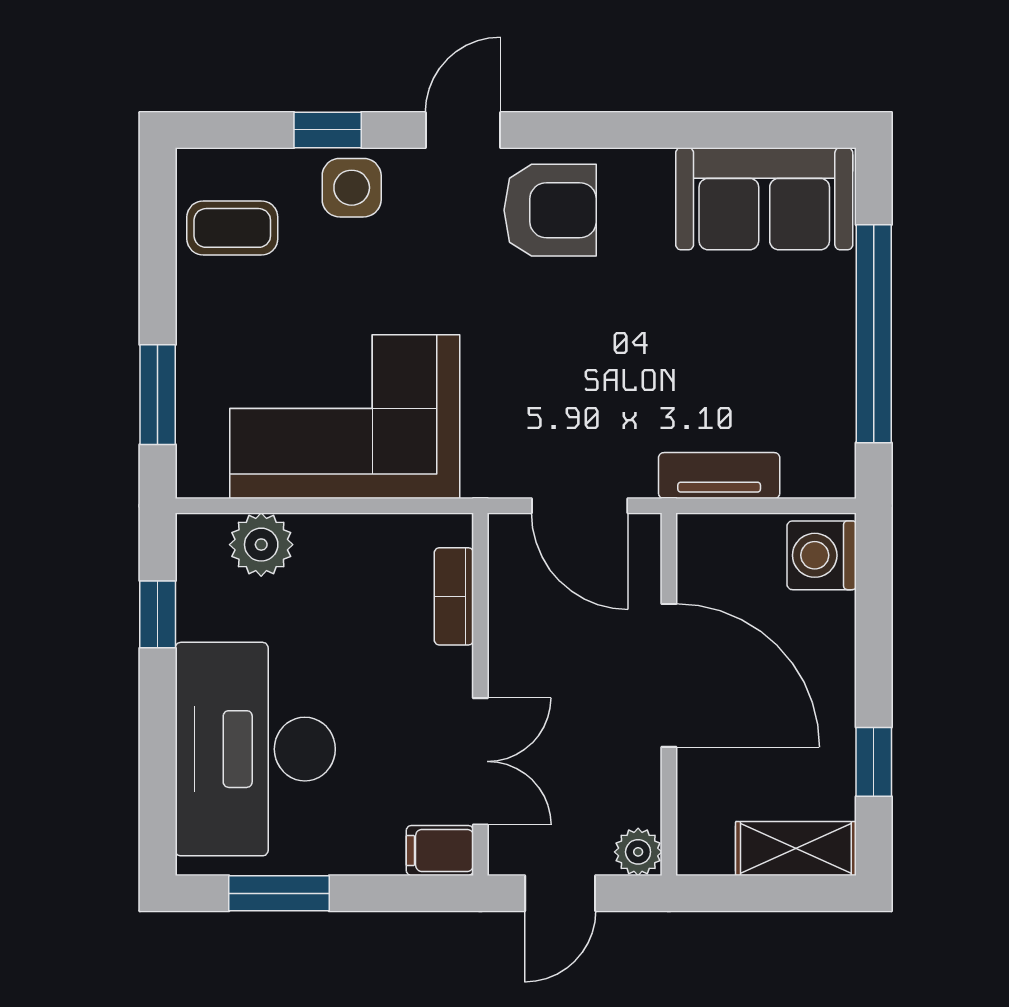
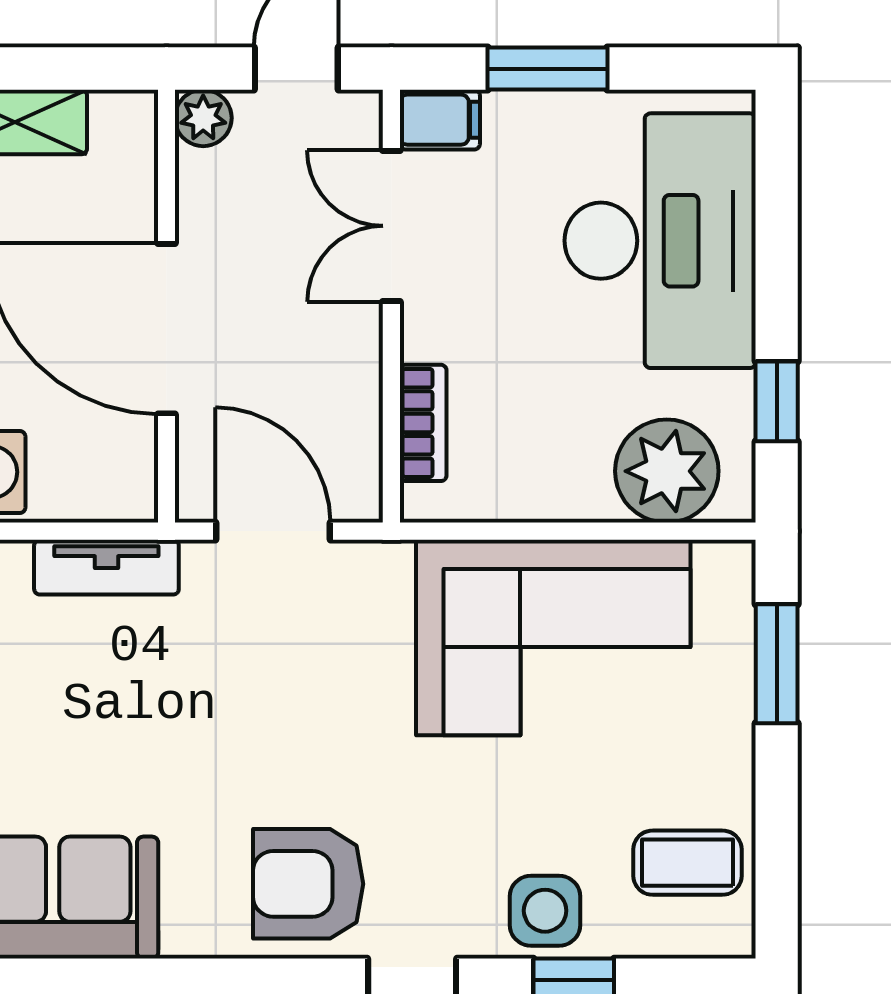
plant: (261, 545) -> (667, 471), width x1.36, depth x1.36
window: (279, 893) -> (548, 69), moved

